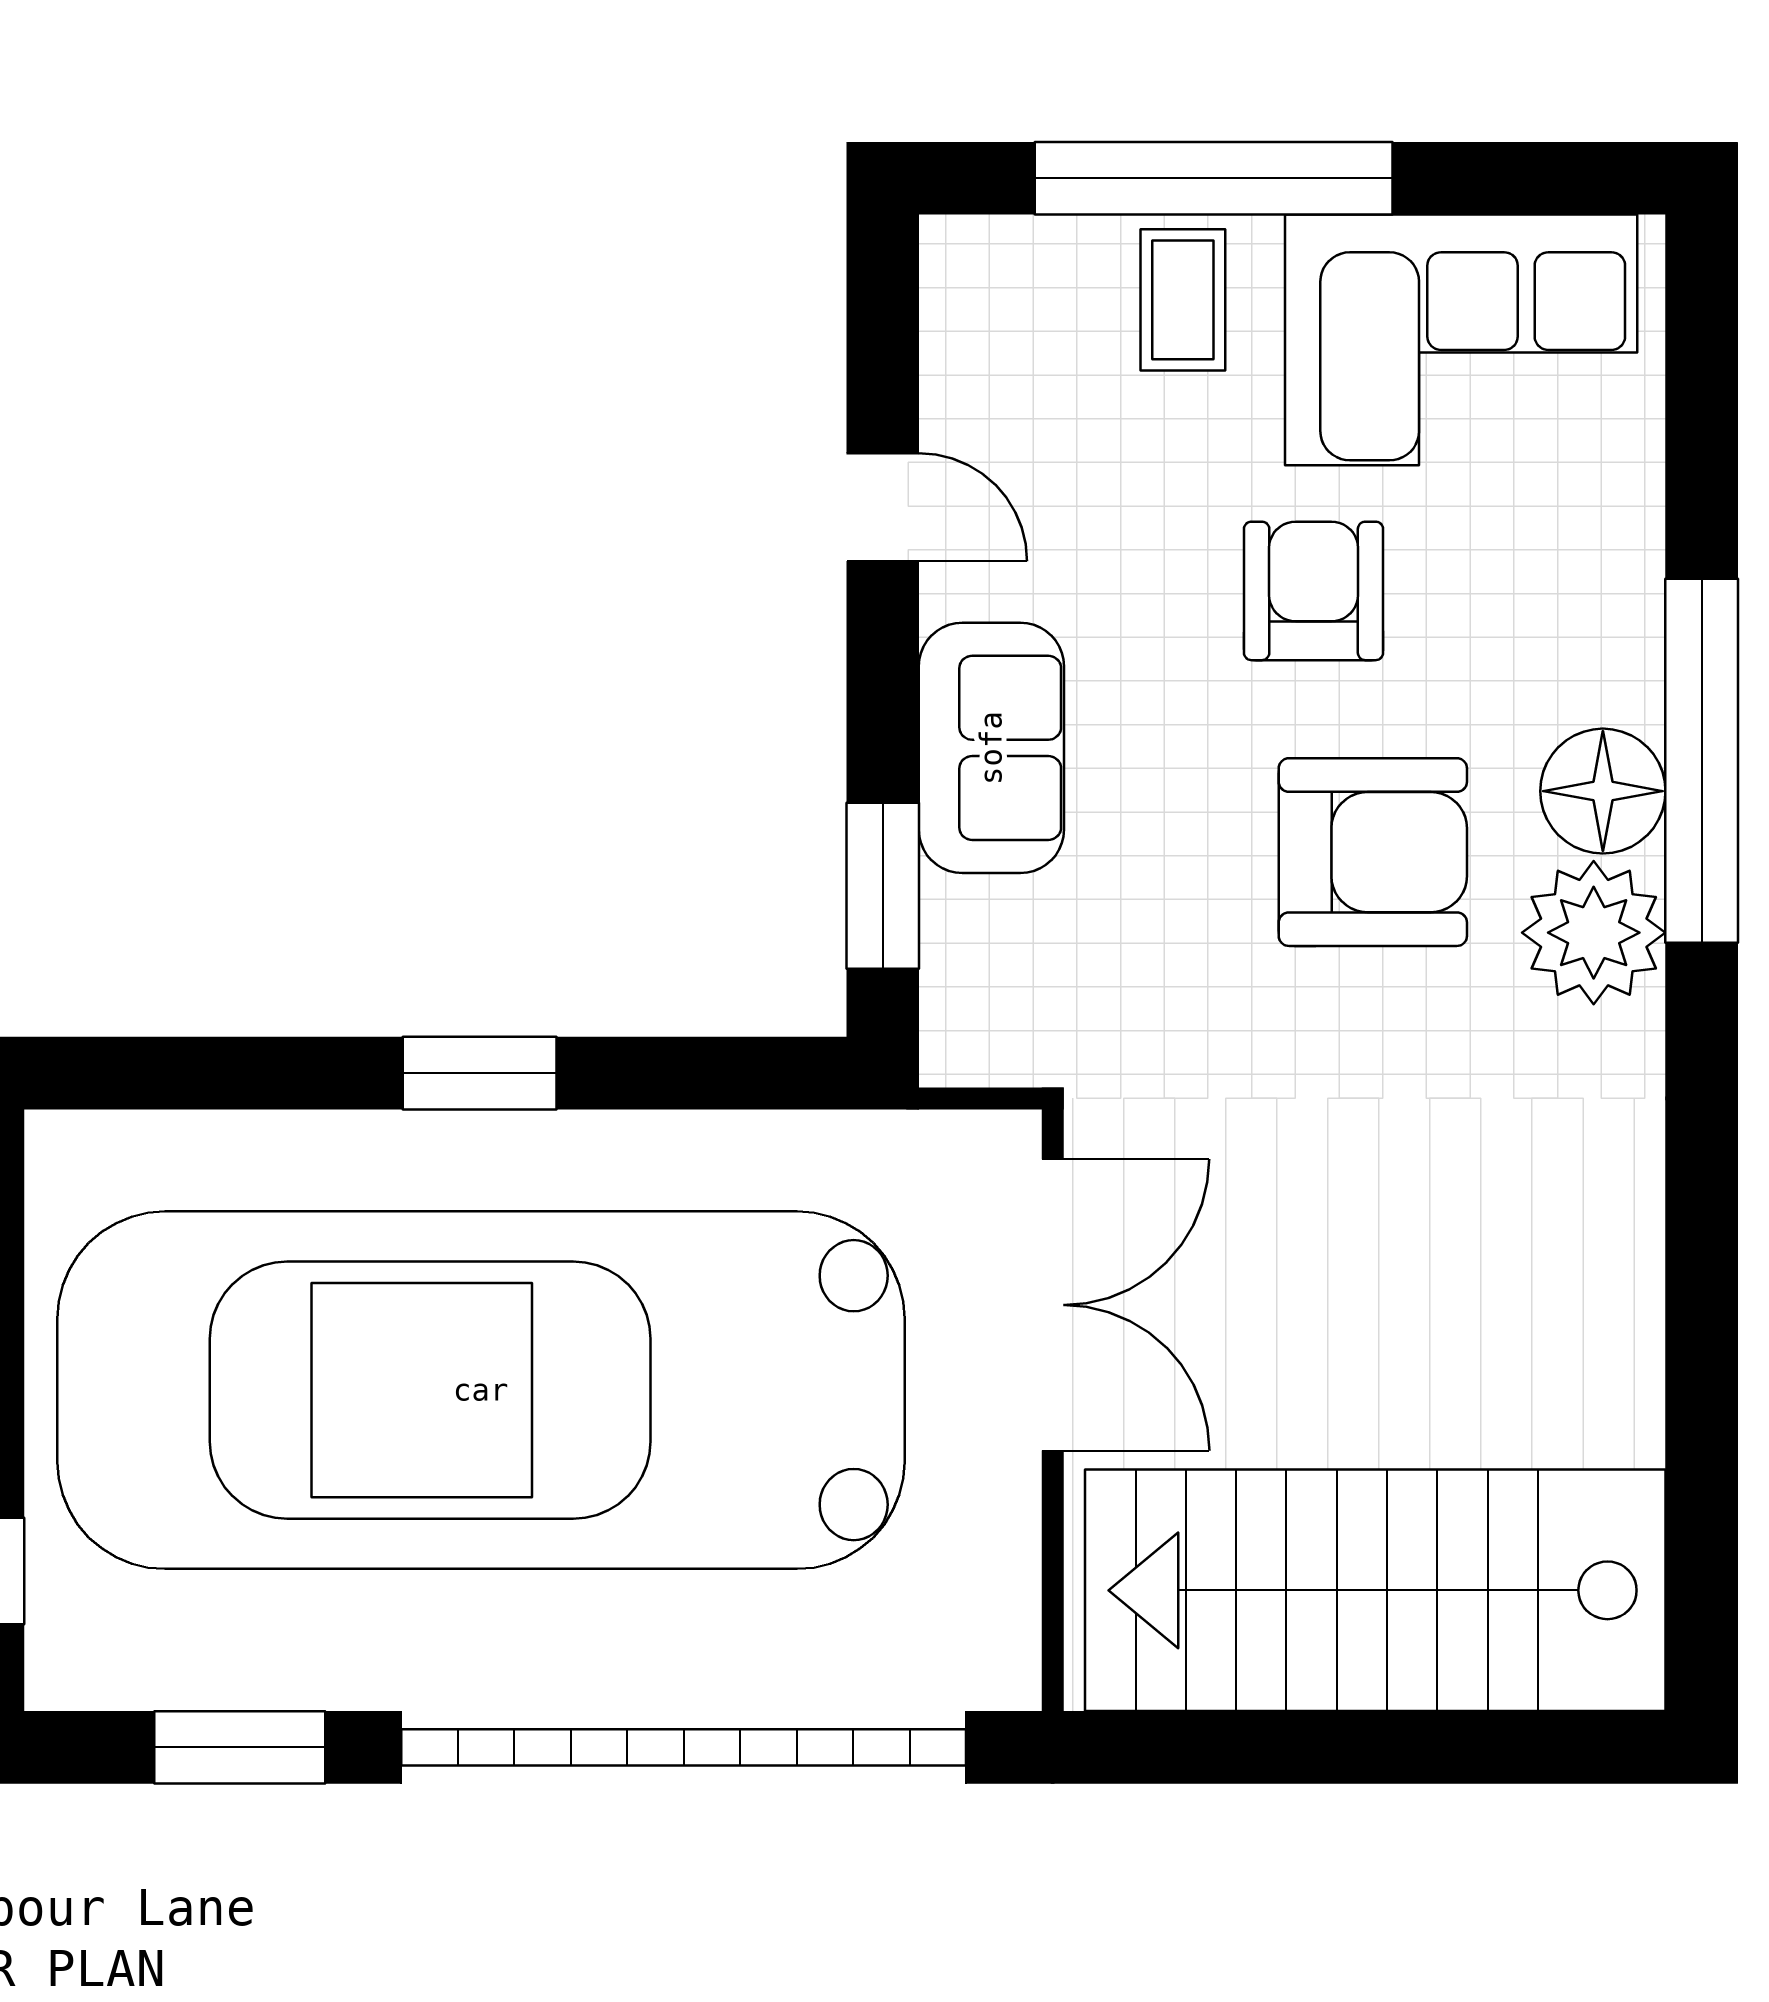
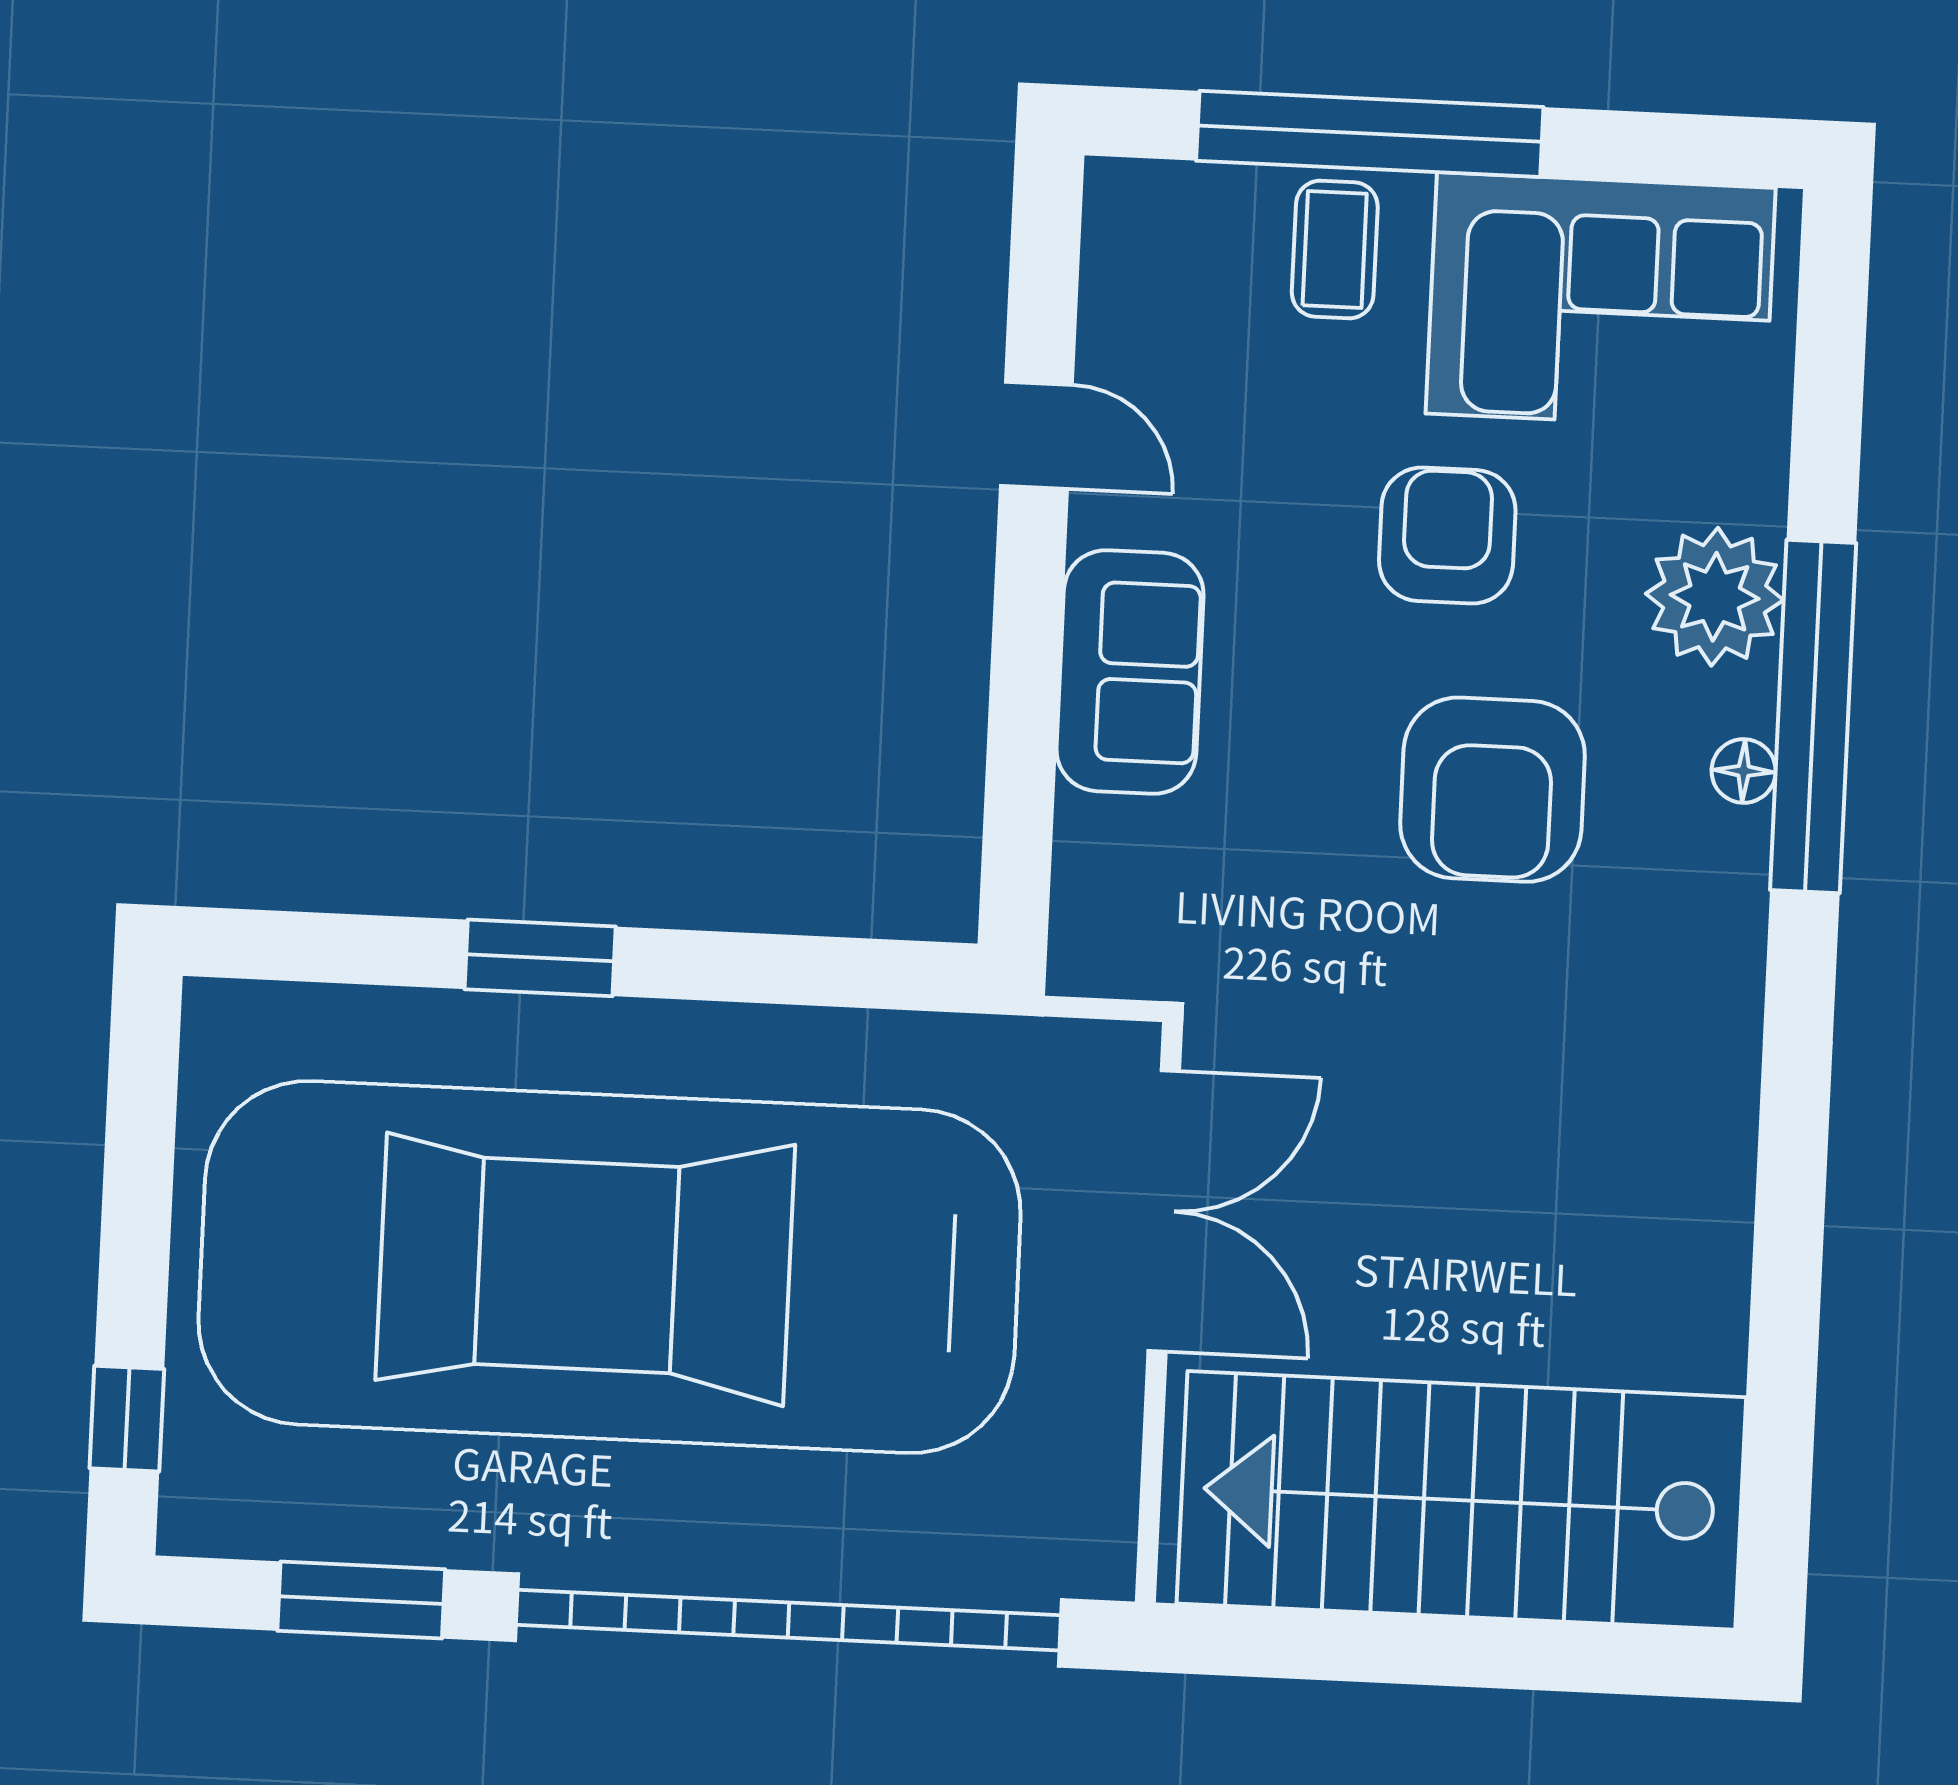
floor lamp: (1603, 791) -> (1744, 771), width x0.53, depth x0.53
armchair: (1373, 852) -> (1492, 790), turned 90
window: (883, 886) -> (1019, 800), removed
plant: (1594, 933) -> (1715, 597), moved
window: (480, 1073) -> (540, 958), moved

